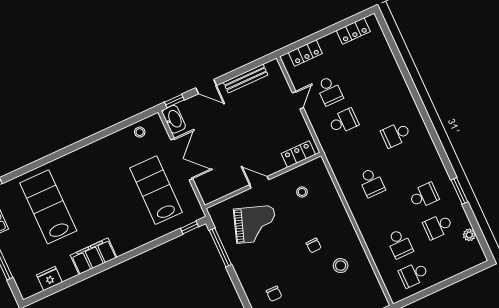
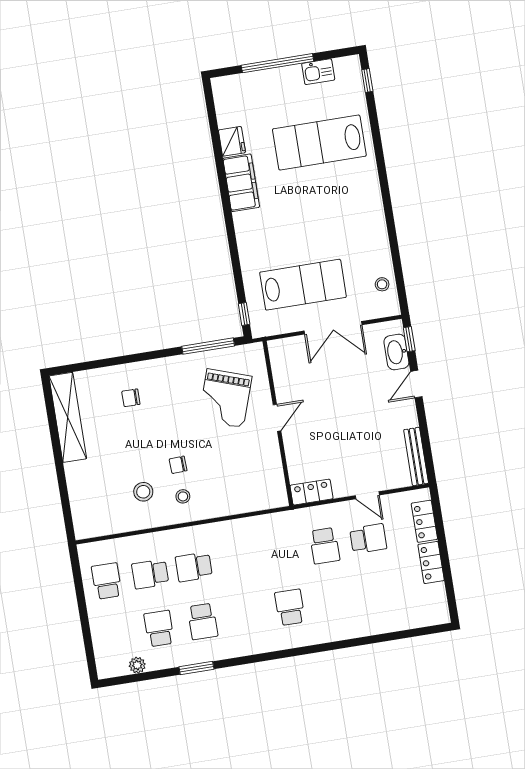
locker: (353, 31) -> (431, 563), moved
bench: (246, 79) -> (416, 456), moved
school desk: (330, 91) -> (368, 539), turned 180
washbasin: (174, 119) -> (396, 352), moved, turned 90
locker: (298, 154) -> (311, 492), moved, turned -90
school desk: (372, 183) -> (194, 567), moved
stool: (302, 192) -> (183, 496), moved
lab bench: (48, 207) -> (319, 143), turned 180
fridge: (49, 279) -> (232, 141), moved

